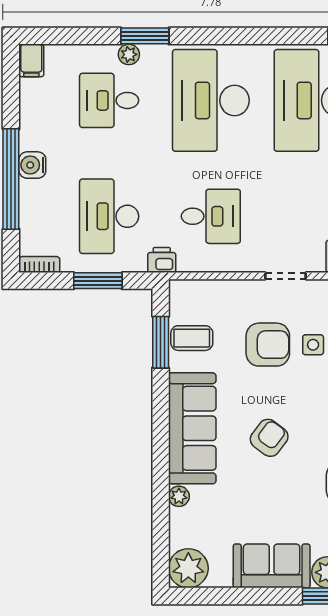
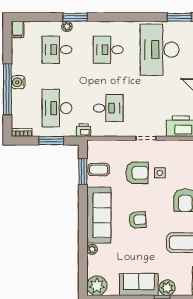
desk: (211, 100) -> (108, 50), width x0.53, depth x0.77
armchair: (269, 438) -> (138, 220), turned 49

